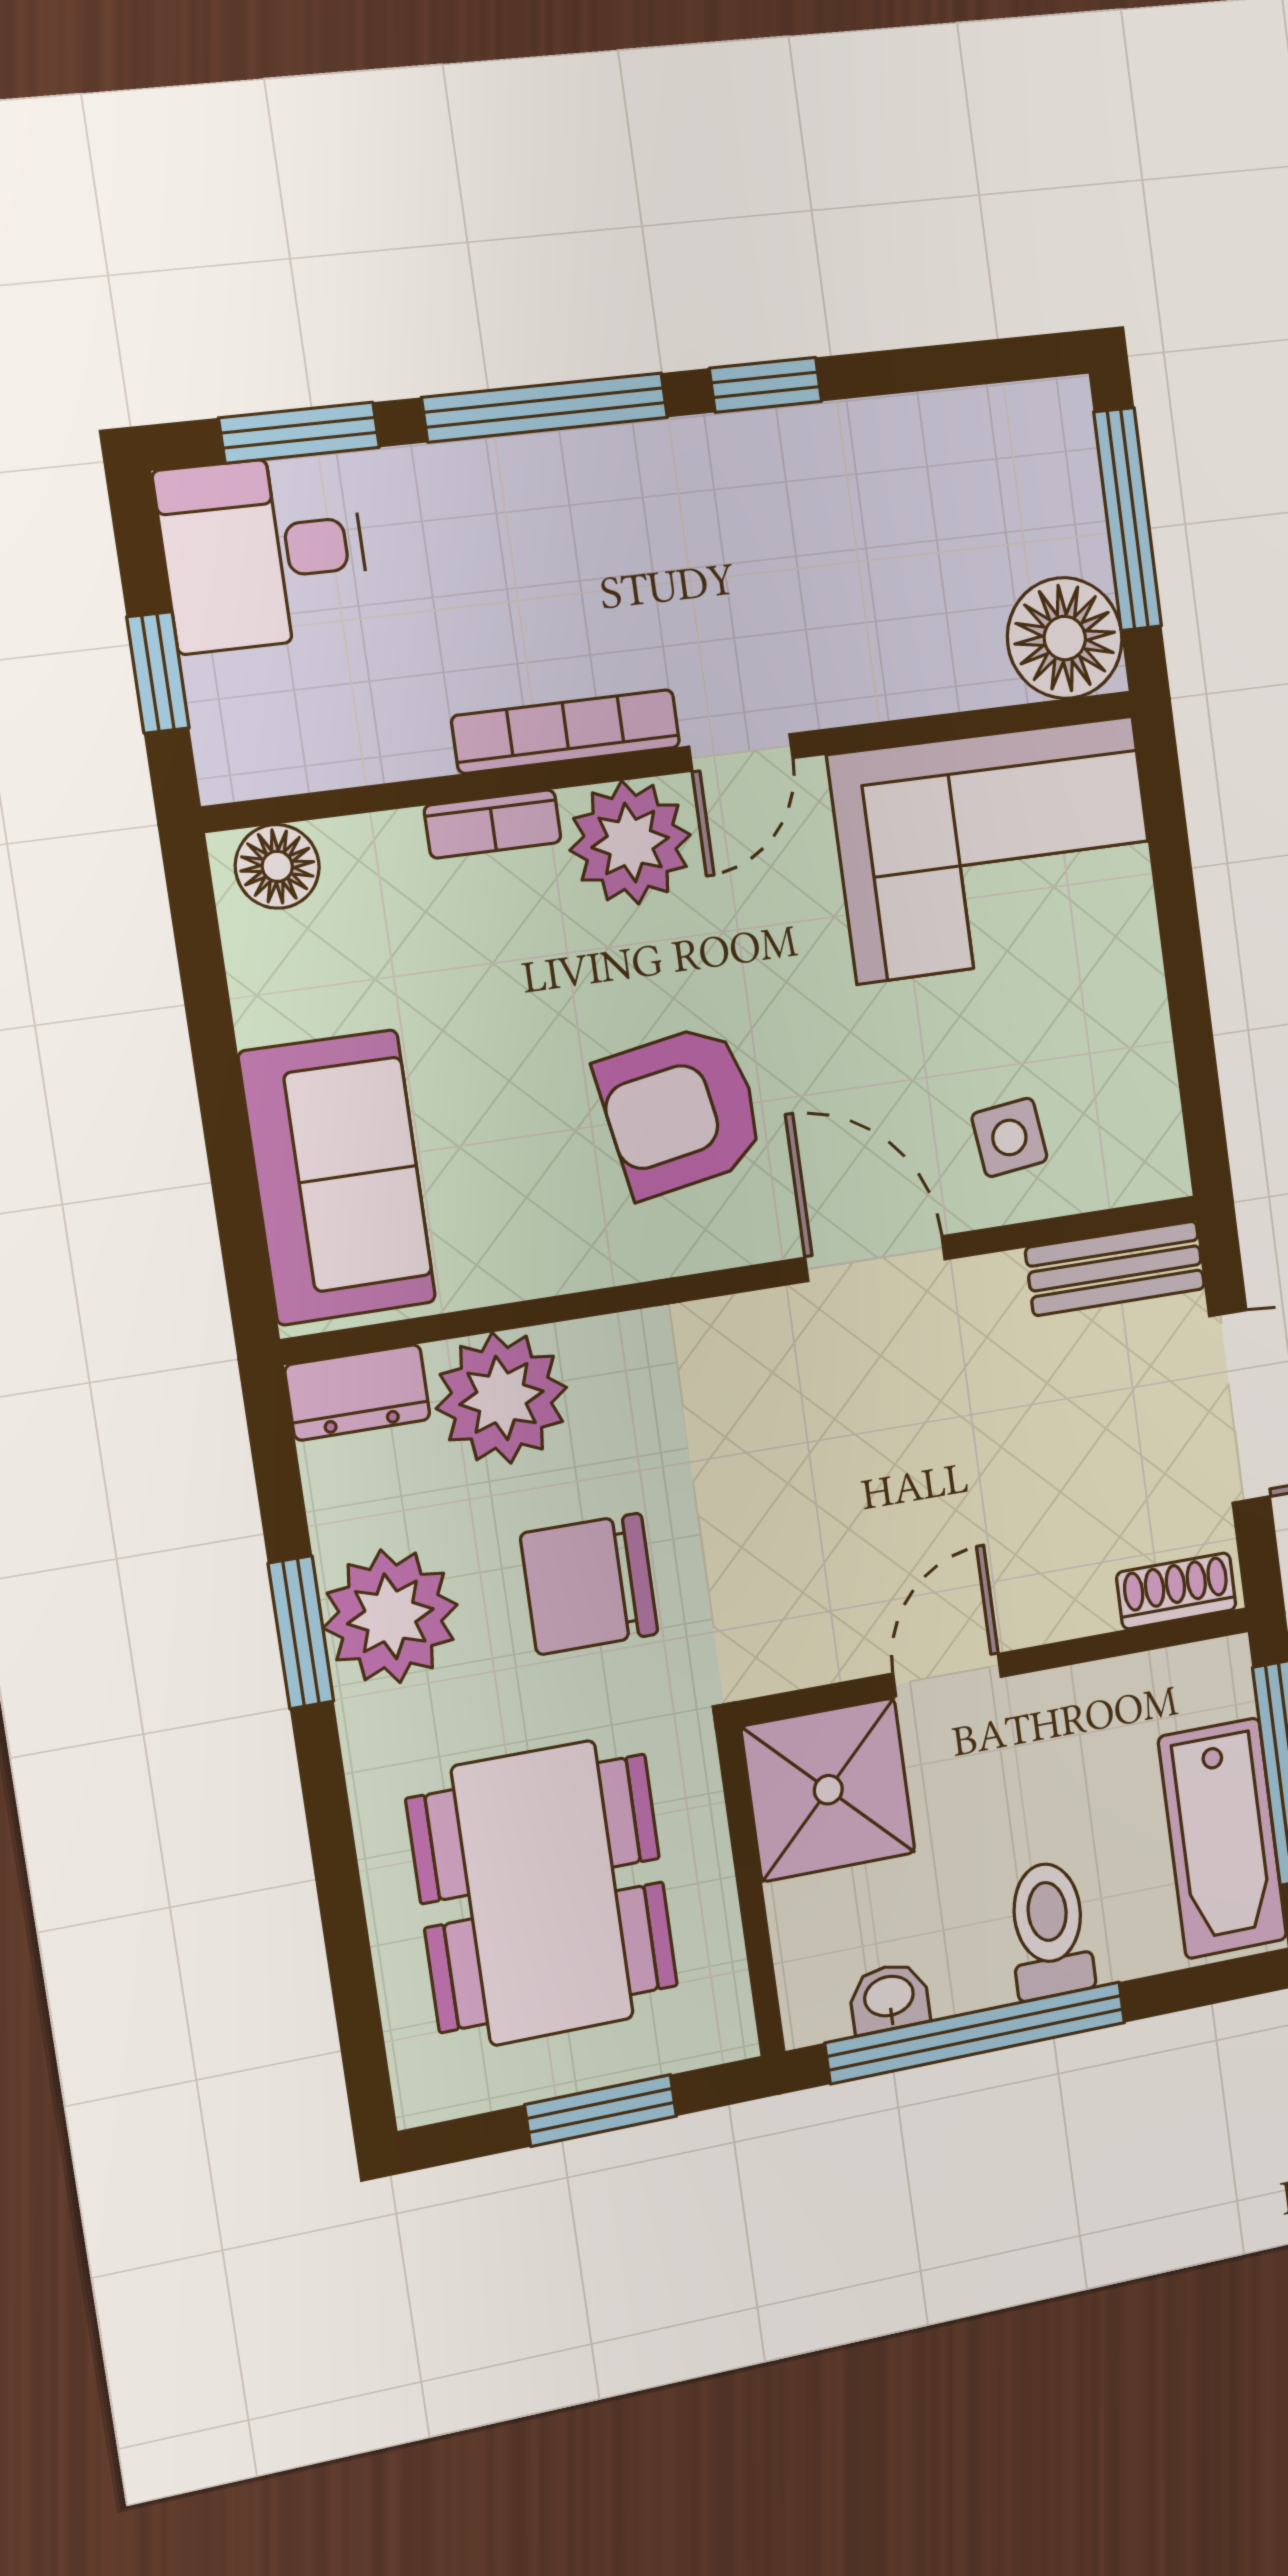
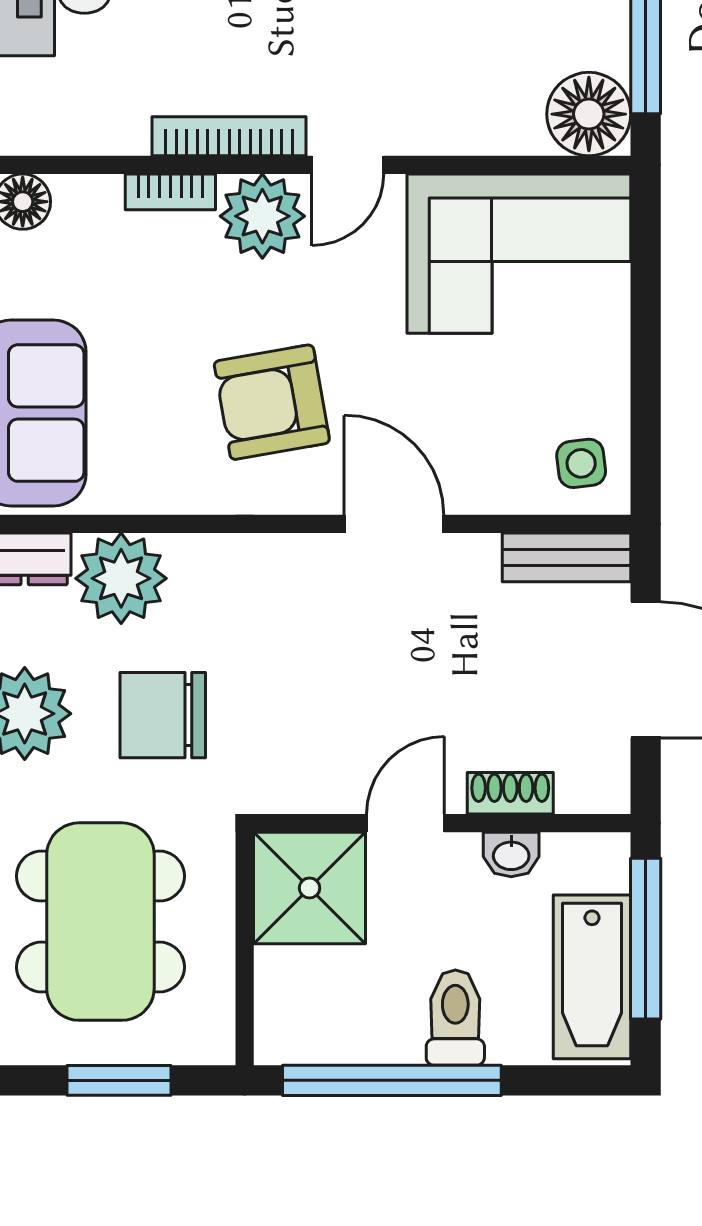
side table: (1009, 1137) -> (581, 463), moved
shoe rack: (1176, 1591) -> (510, 793), moved
washbasin: (889, 1998) -> (511, 854), moved, turned 180

